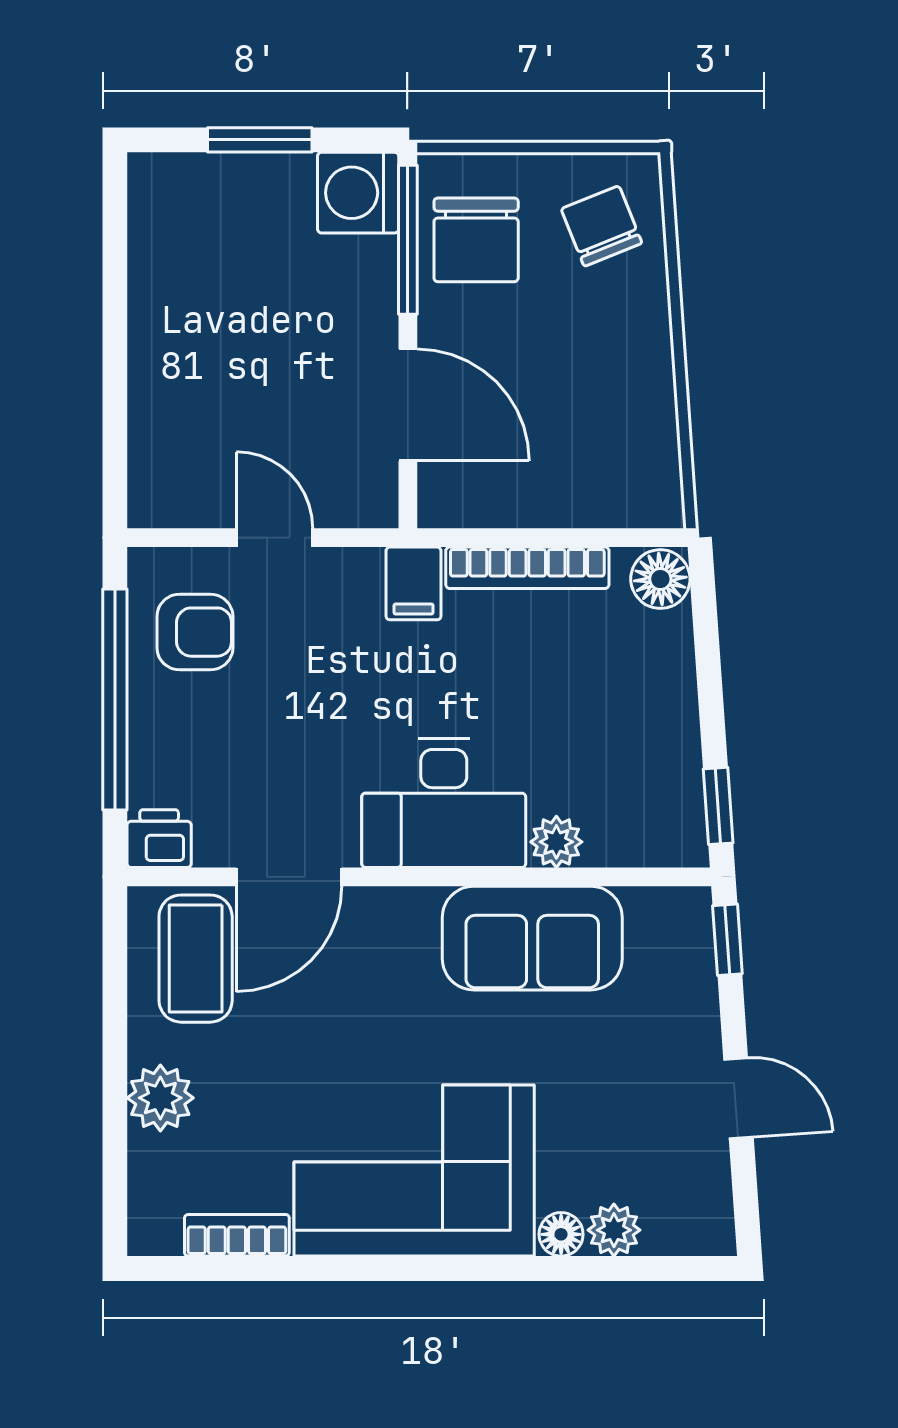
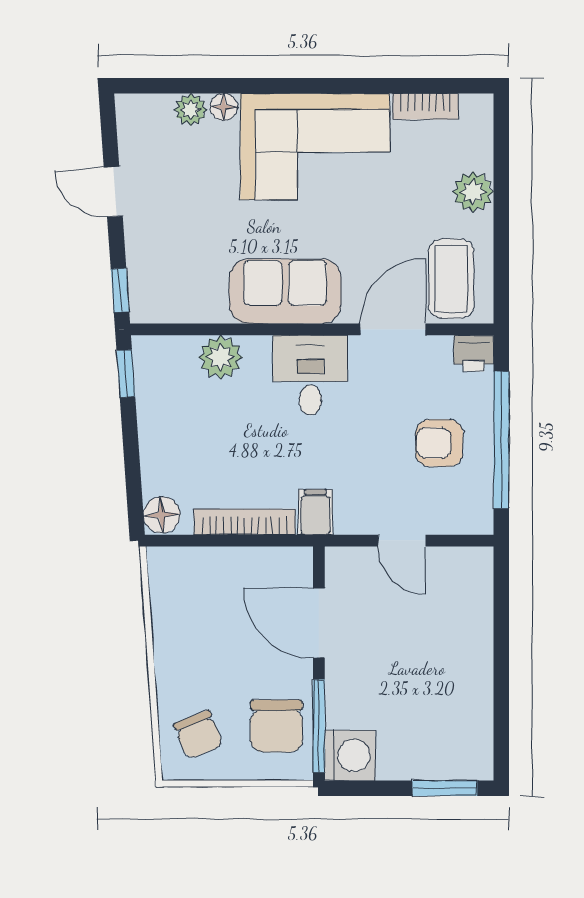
window: (260, 140) -> (445, 788), moved
chair: (476, 240) -> (276, 726), turned 180
armchair: (195, 632) -> (439, 443), moved
desk: (444, 803) -> (310, 375), width x0.73
plant: (556, 842) -> (220, 357), width x1.38, depth x1.38
sofa: (532, 938) -> (285, 291), moved

